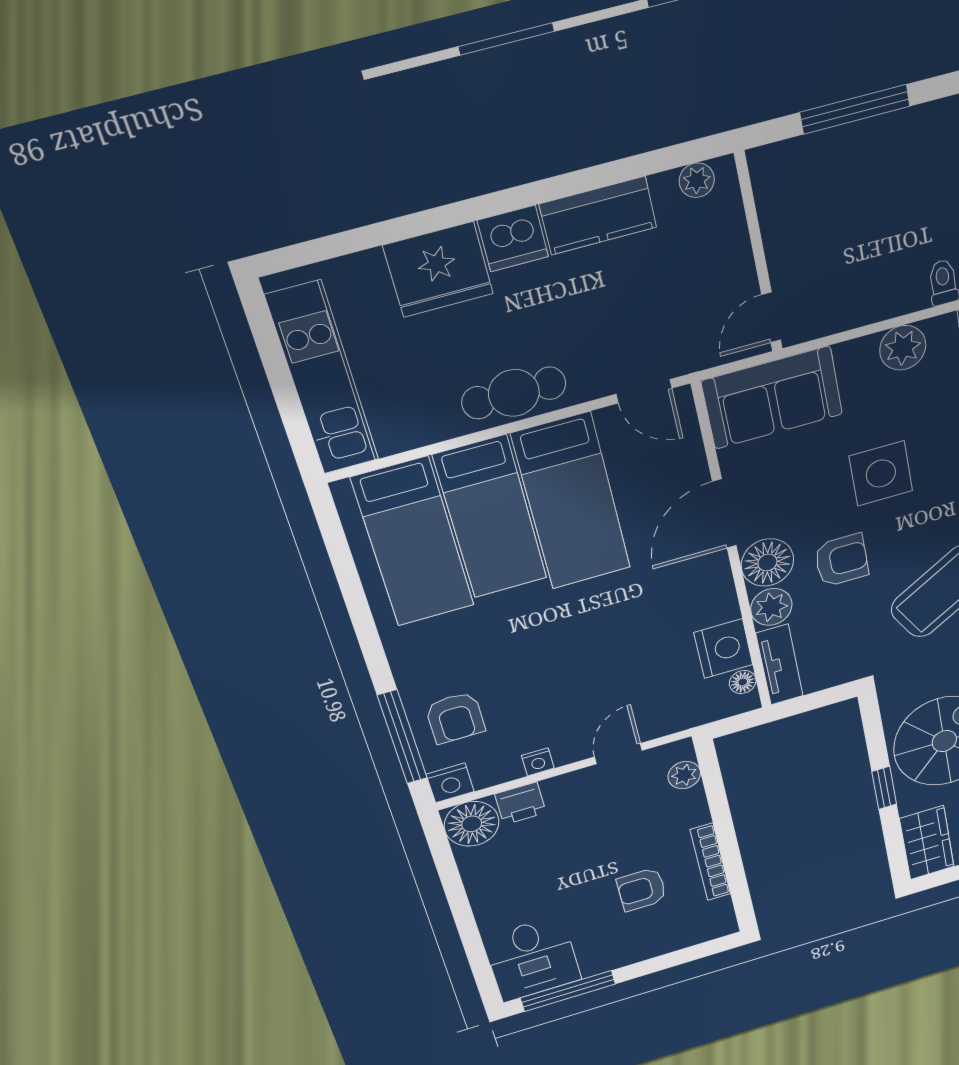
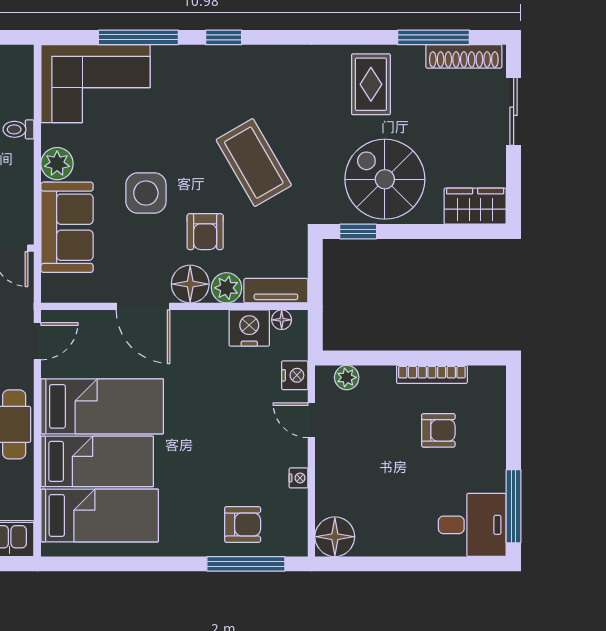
sofa: (772, 398) -> (67, 227), moved
armchair: (842, 560) -> (205, 232), turned 180
nightstand: (450, 783) -> (295, 375), moved
window: (884, 788) -> (358, 231), moved
printer: (520, 803) -> (329, 499), removed
armchair: (642, 889) -> (438, 430), turned -90

